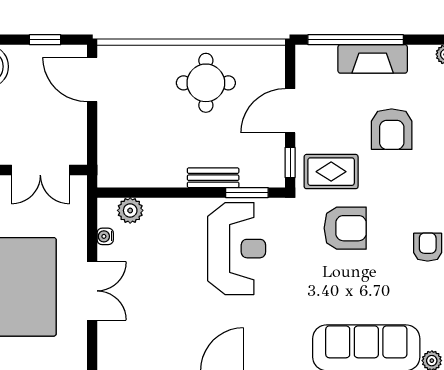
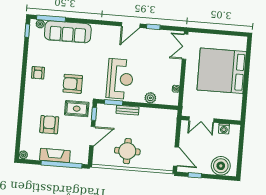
double door: (40, 170) -> (201, 120), swing flipped
plant: (130, 210) -> (150, 98), moved
reception desk: (237, 249) -> (120, 79), turned 180
double door: (92, 291) -> (185, 47), moved

